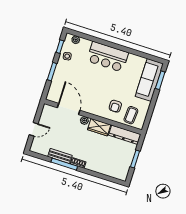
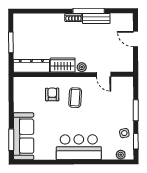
door: (69, 109) -> (104, 74), width x0.53
coffee table: (131, 115) -> (75, 98), moved
door: (34, 129) -> (135, 39), hinge flipped

